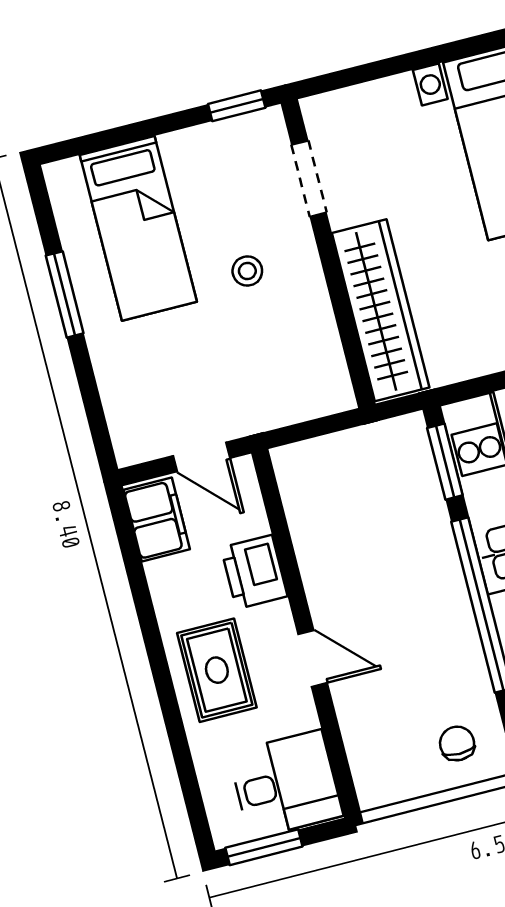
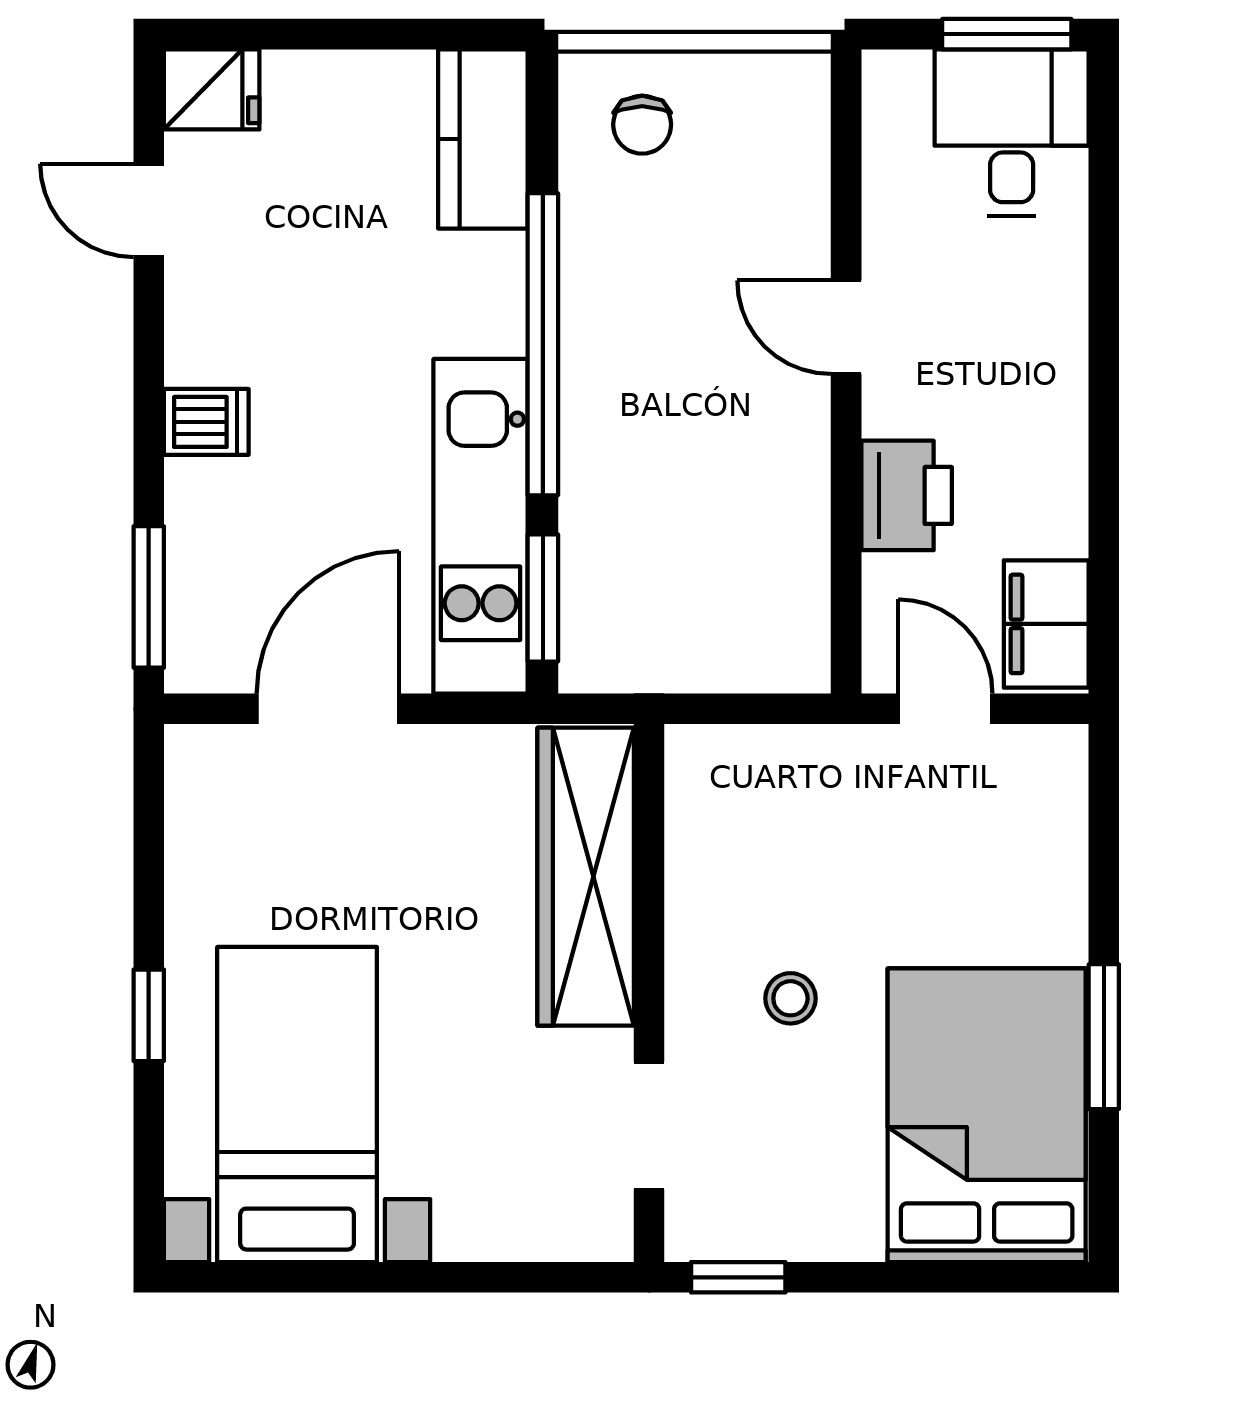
bed: (138, 228) -> (987, 1115), width x1.50
rug: (217, 670) -> (1010, 348), removed
desk: (286, 784) -> (1012, 132), moved, turned 90

